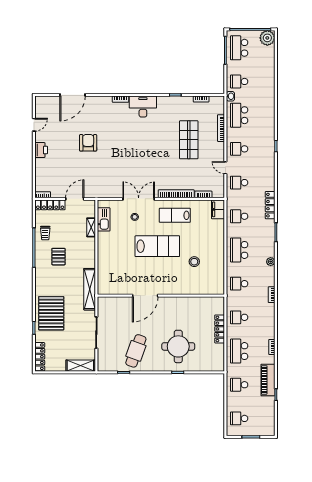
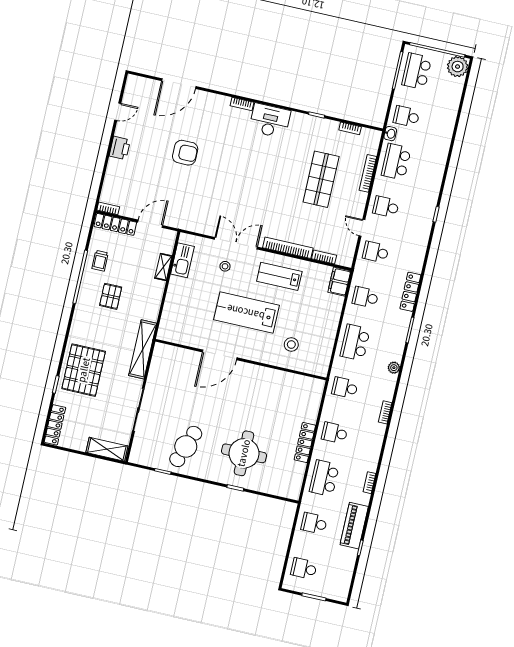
armchair: (88, 143) -> (185, 153), turned 90
lab bench: (157, 246) -> (246, 312), turned 180
door: (145, 296) -> (220, 355), moved
wall: (161, 296) -> (241, 360), moved

